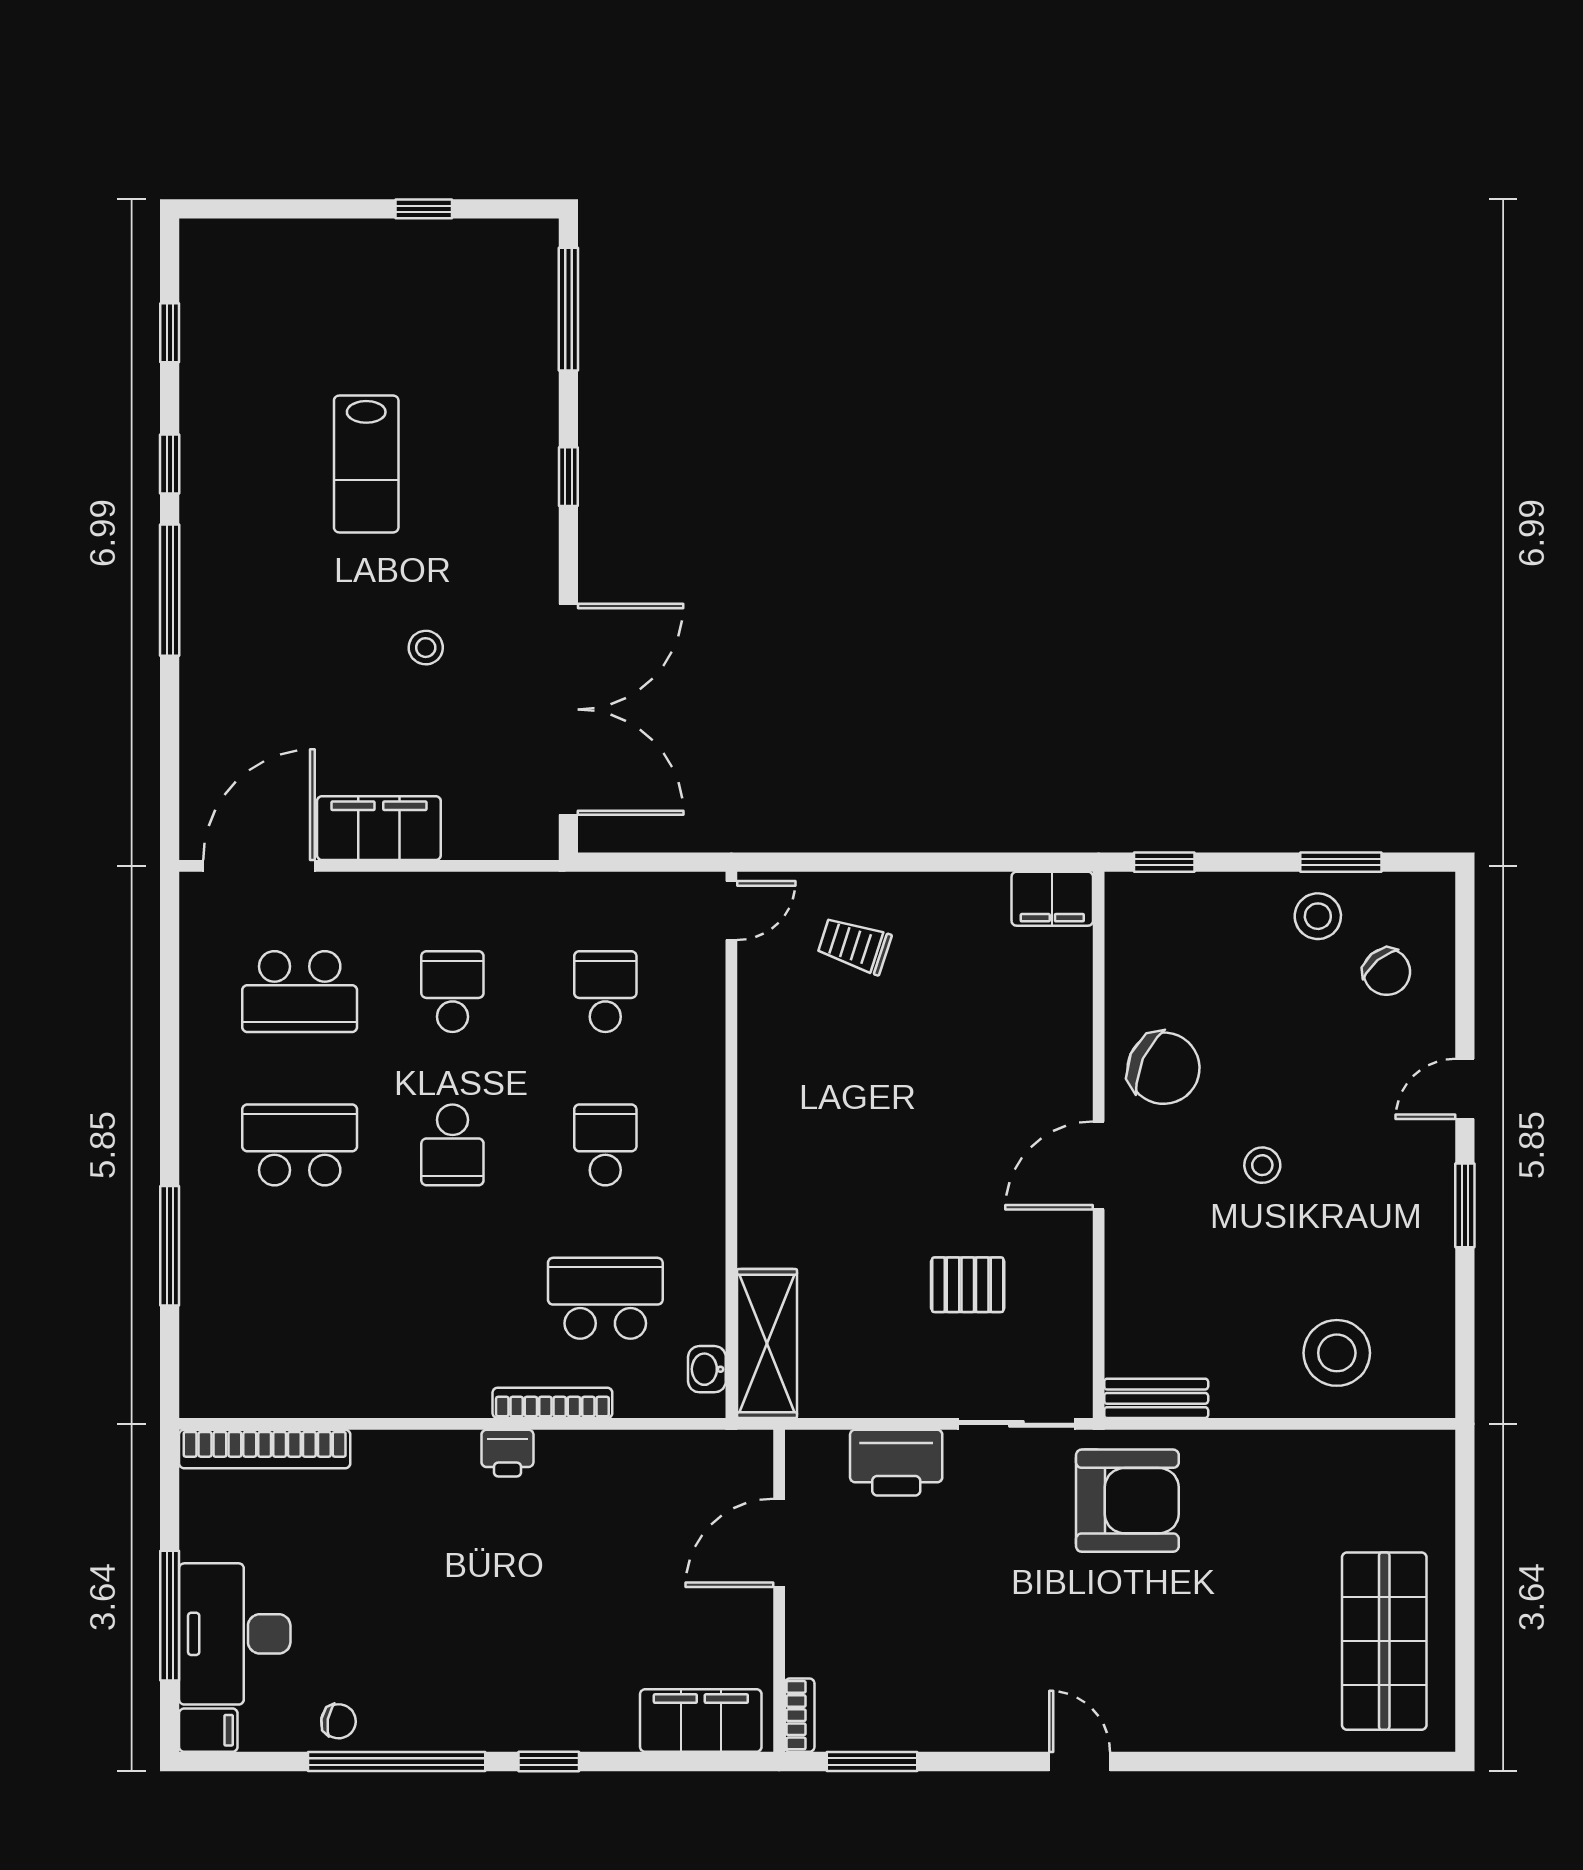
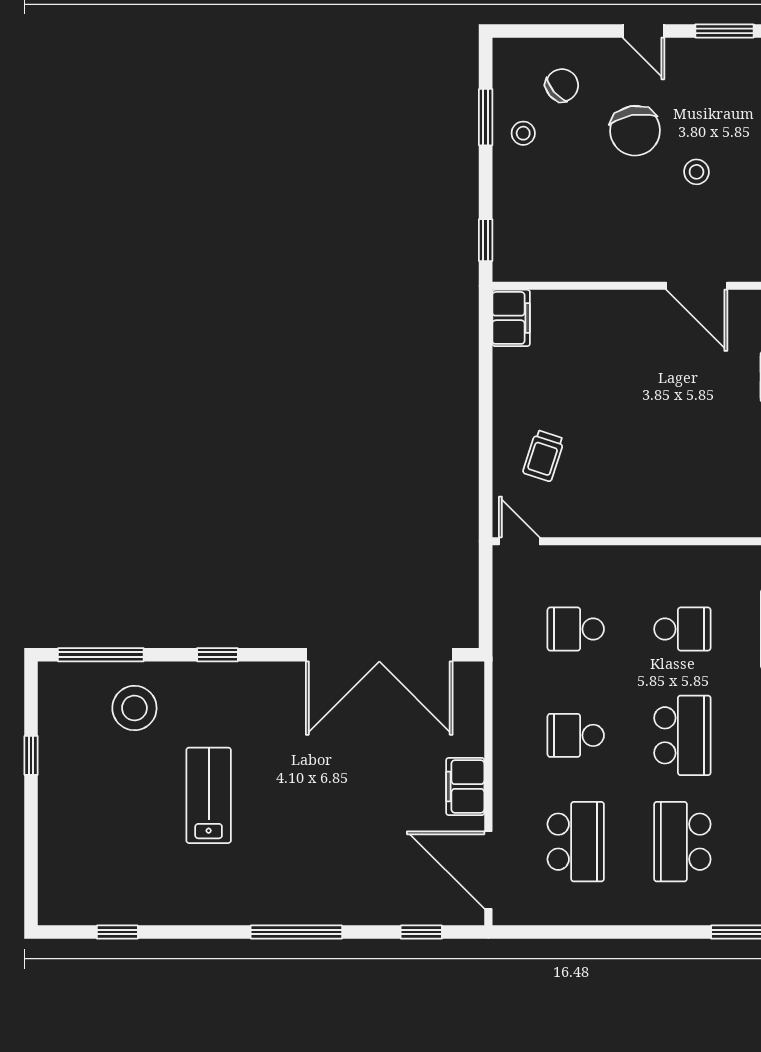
window: (170, 464) -> (421, 932), moved
lab bench: (366, 464) -> (209, 795), turned -90
stool: (426, 648) -> (134, 708), moved, width x1.89, depth x1.89
double door: (568, 709) -> (379, 655), swing flipped
filing cabinet: (379, 828) -> (465, 787), width x0.67, depth x0.86
stool: (1318, 916) -> (523, 133), width x0.73, depth x0.73
chair: (1164, 1068) -> (635, 131), moved, turned 146
school desk: (452, 1145) -> (682, 735), width x1.85
school desk: (605, 1145) -> (682, 629), turned 180

